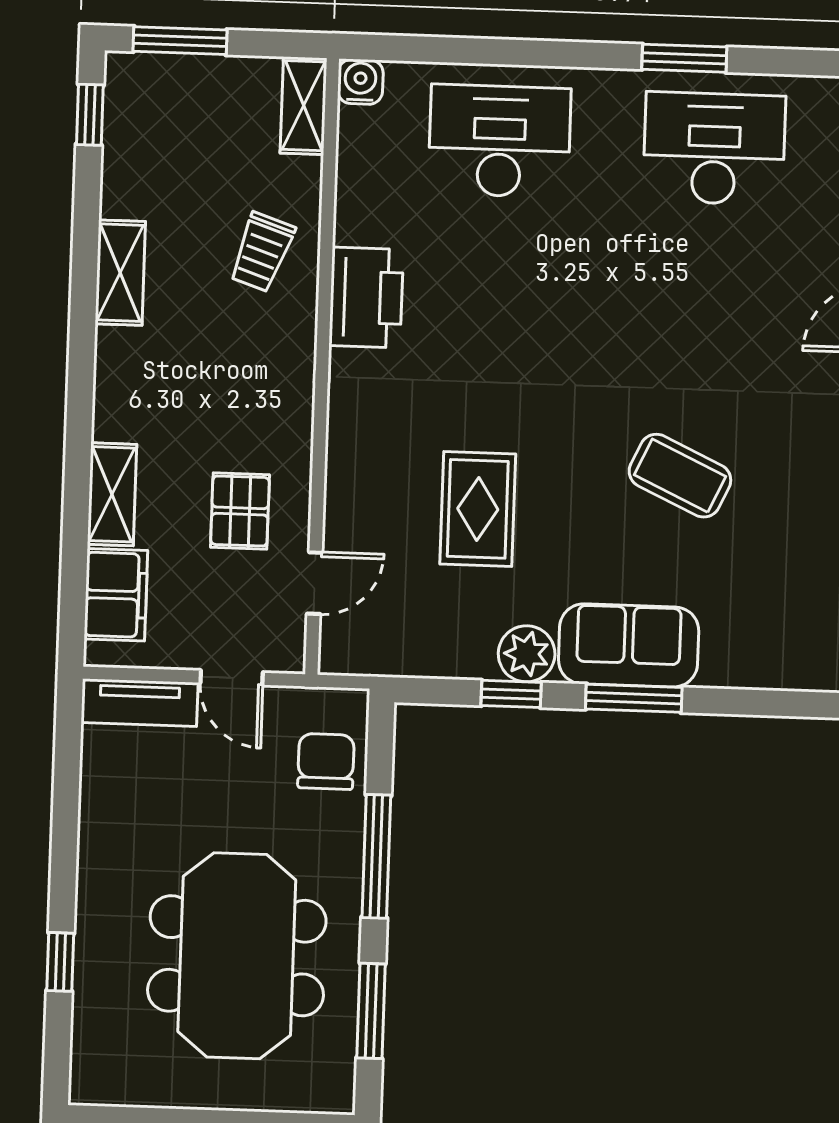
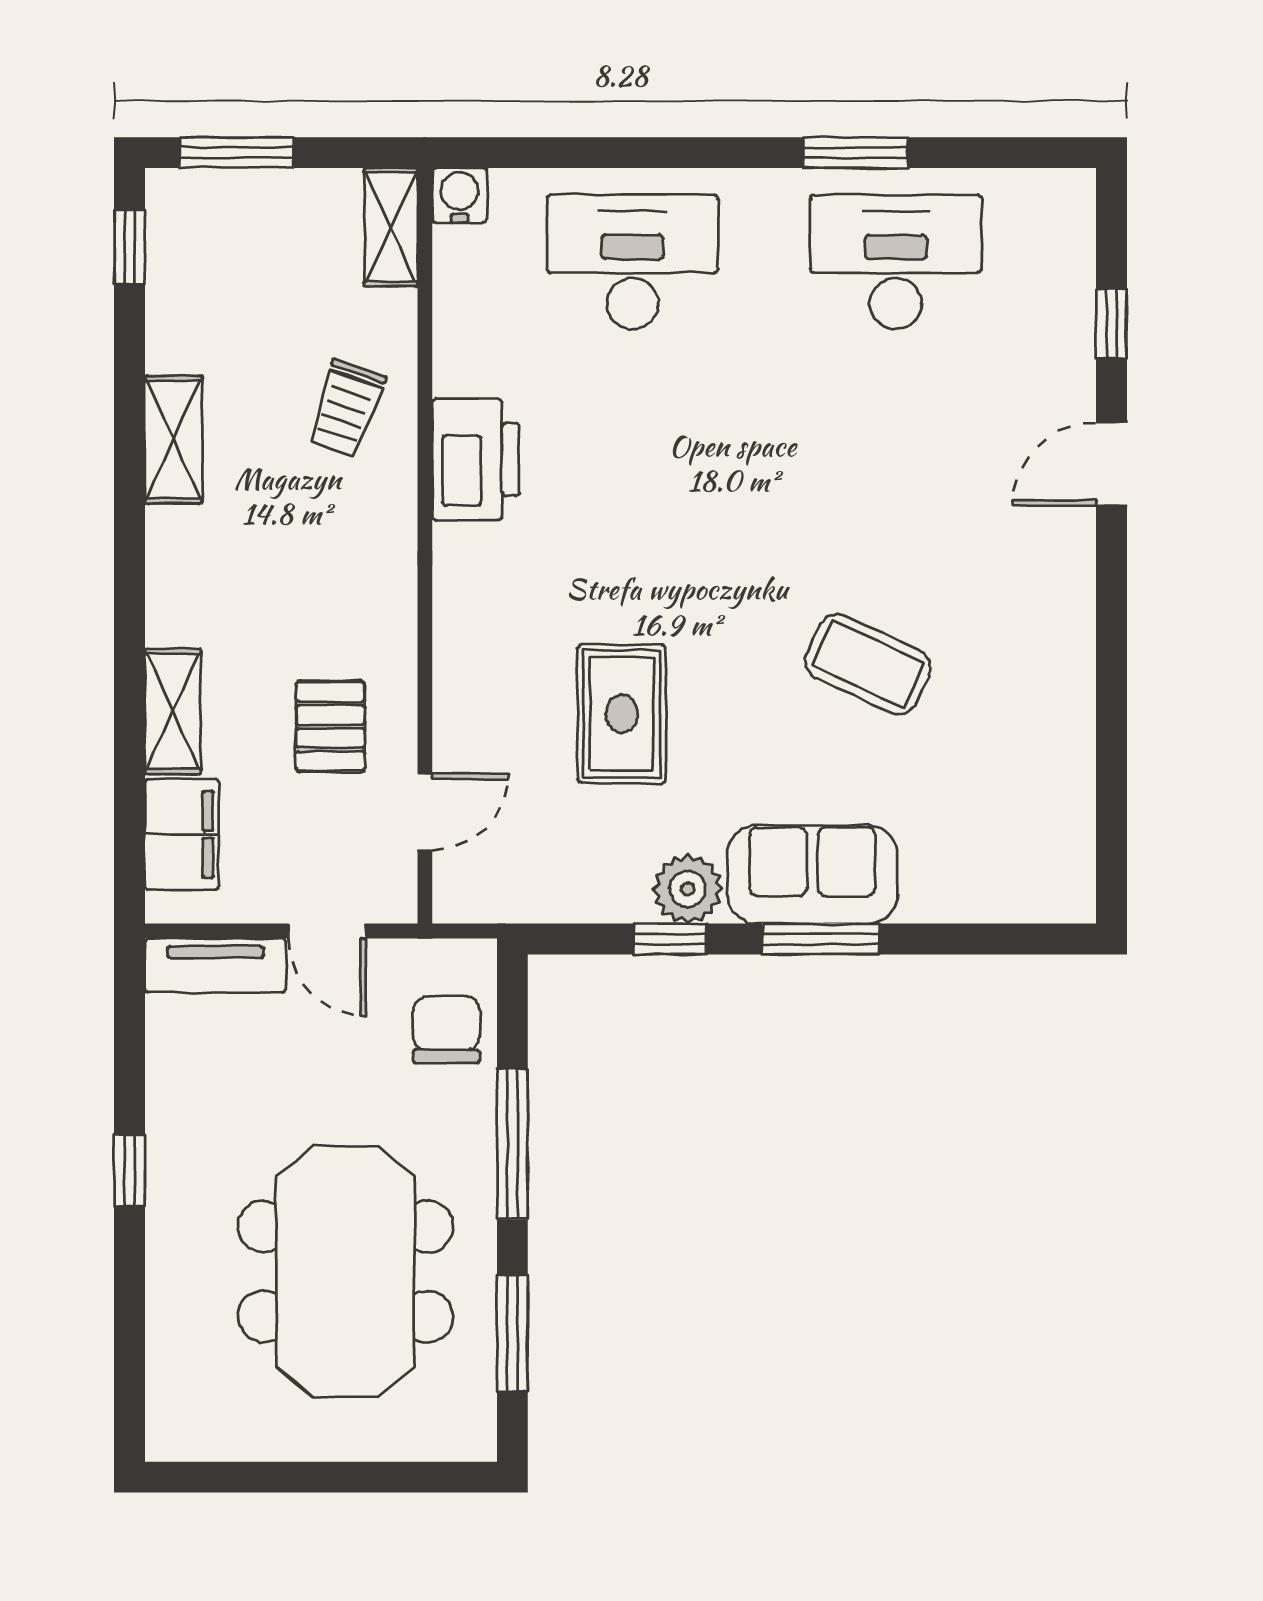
window: (60, 962) -> (130, 1170), moved

